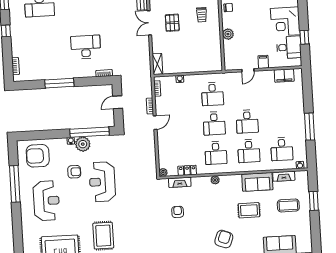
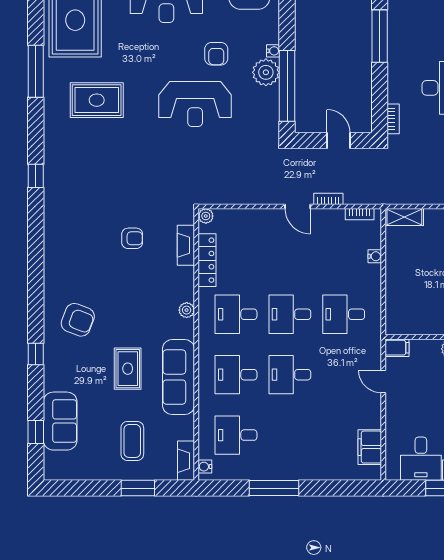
filing cabinet: (263, 62) -> (397, 348), moved
locker: (187, 170) -> (207, 260), width x1.53
fireplace: (284, 176) -> (186, 461), moved
reception desk: (102, 182) -> (195, 104), turned 180
sofa: (257, 182) -> (178, 377), width x1.36

